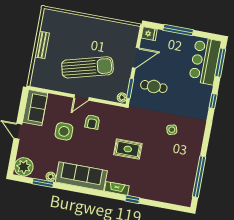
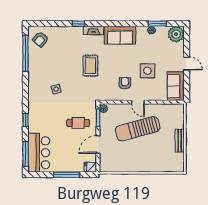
door: (81, 97) -> (138, 102), swing flipped
rug: (128, 149) -> (90, 66), turned 90
sofa: (81, 176) -> (120, 35), width x0.73
armchair: (179, 189) -> (41, 39), added

